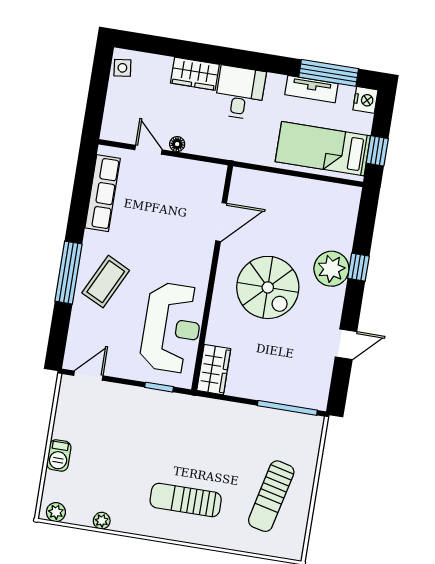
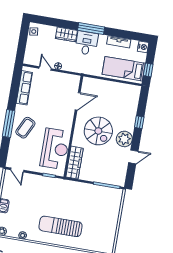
window: (329, 73) -> (91, 29), moved
plant: (331, 269) -> (124, 139), moved
wardrobe: (214, 370) -> (75, 163), width x1.50
door: (88, 376) -> (17, 170), swing flipped
sun lounger: (271, 496) -> (99, 225), removed
sun lounger: (186, 500) -> (61, 226), width x1.36, depth x1.34

